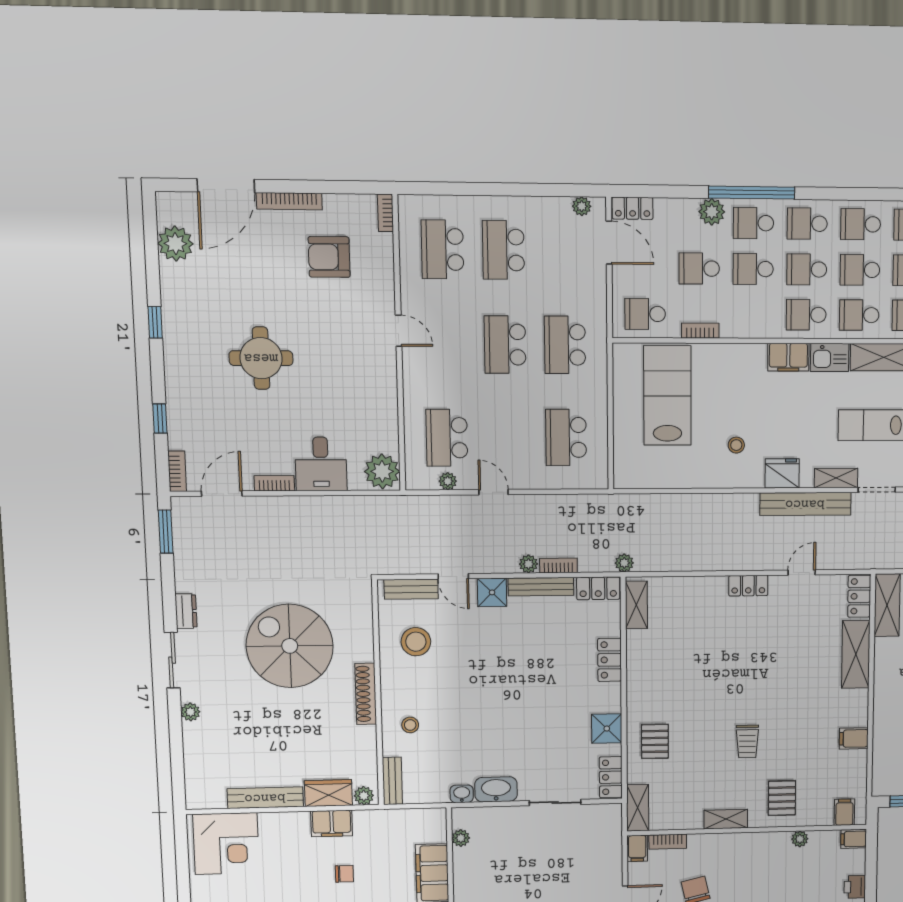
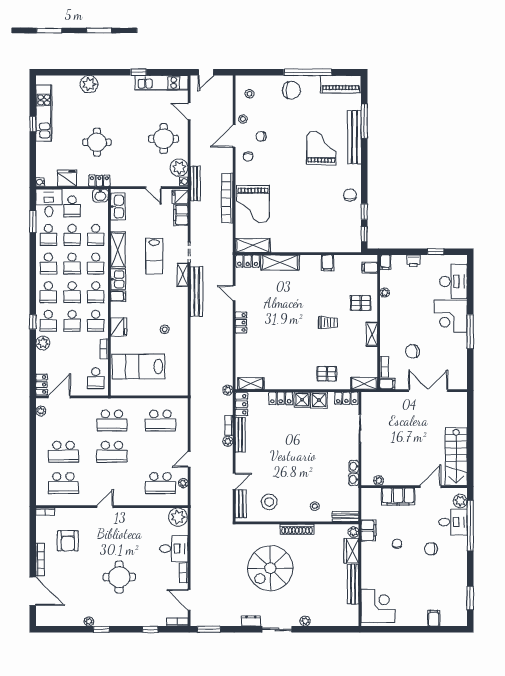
window: (752, 193) -> (33, 322), width x0.32
plant: (175, 244) -> (89, 621), moved, width x0.53, depth x0.53
school desk: (699, 269) -> (96, 321), moved
filing cabinet: (788, 357) -> (118, 296), width x0.50
fridge: (782, 473) -> (119, 327), moved, turned 180
shower: (492, 592) -> (302, 400), moved
washbasin: (496, 789) -> (354, 466), width x0.52, depth x0.69
filing cabinet: (332, 823) -> (368, 530), moved

